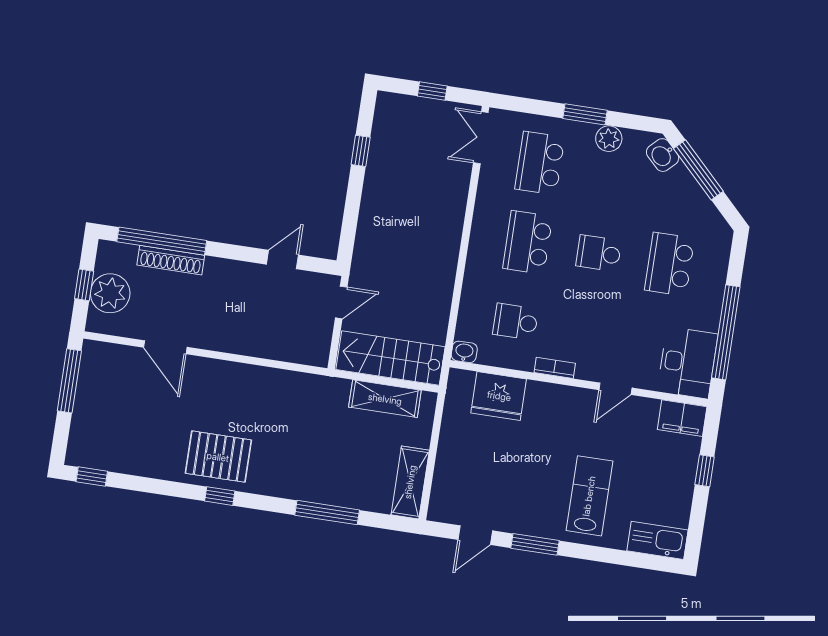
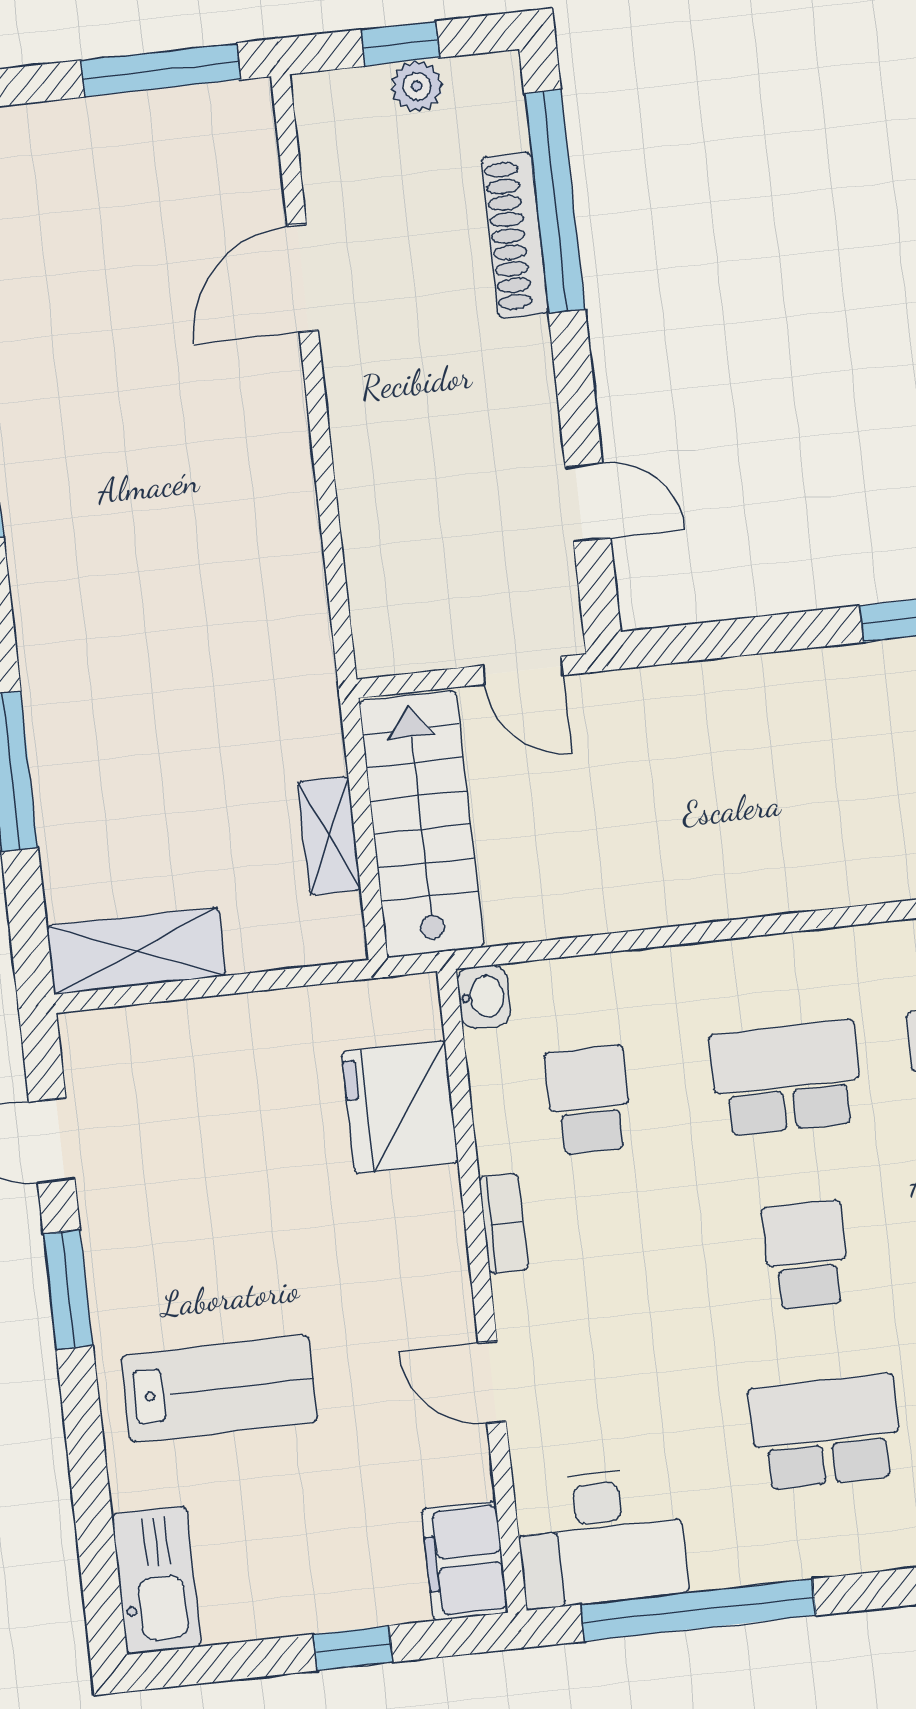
plant: (110, 293) -> (417, 86), width x0.53, depth x0.53
shelving: (385, 399) -> (329, 836), width x0.67, depth x0.75
pallet: (218, 457) -> (75, 475), removed

